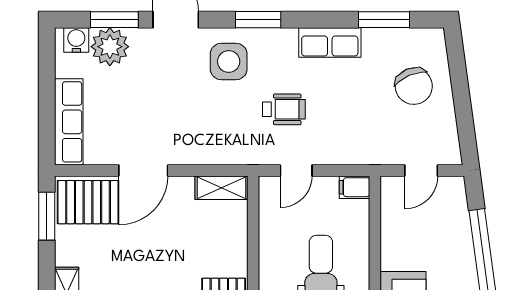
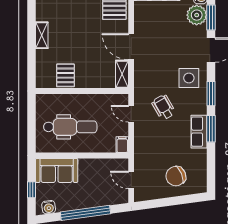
window: (384, 20) -> (211, 129), moved
wheelchair: (284, 109) -> (164, 107), turned 150
door: (143, 171) -> (131, 47), moved

